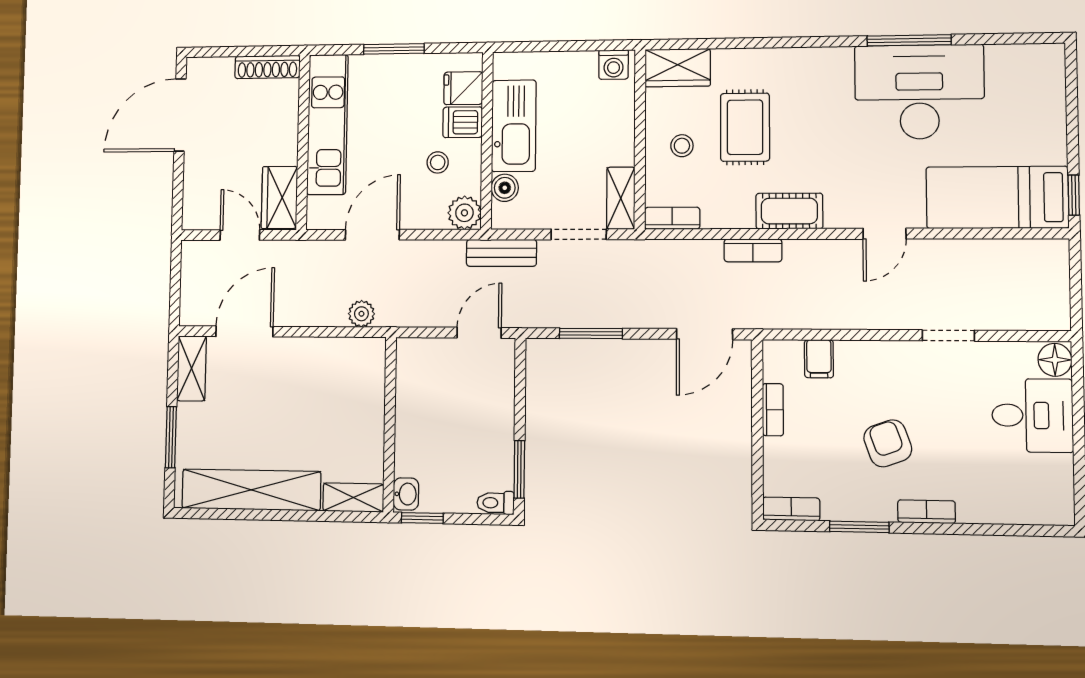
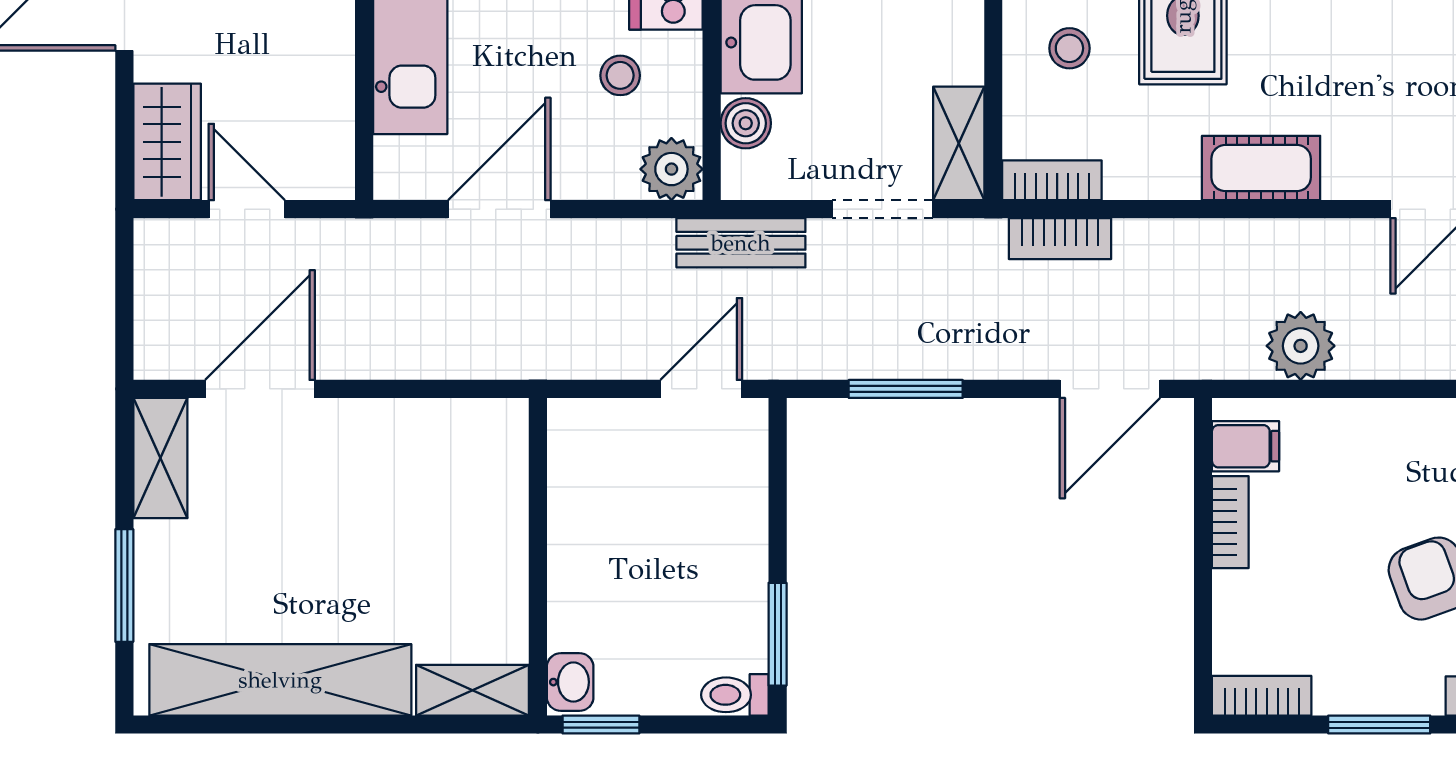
wardrobe: (279, 197) -> (167, 142), moved, turned 180
bookcase: (753, 250) -> (1060, 239), moved
plant: (361, 314) -> (1301, 346), moved, width x1.38, depth x1.38
filing cabinet: (819, 359) -> (1246, 446), moved, turned -90

